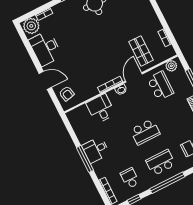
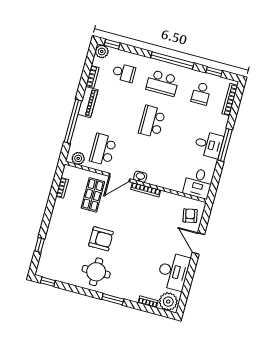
armchair: (110, 27) -> (101, 239), added
desk: (101, 109) -> (198, 183), moved
school desk: (145, 132) -> (152, 122), turned -90

